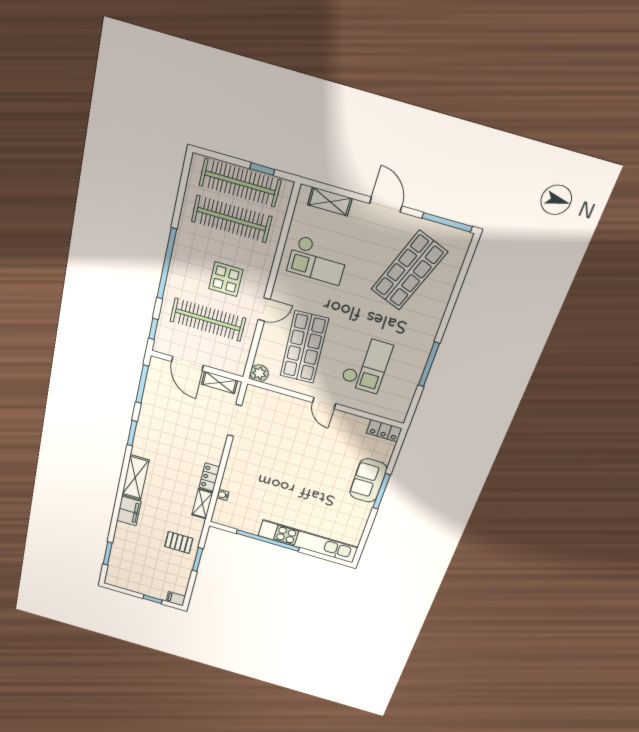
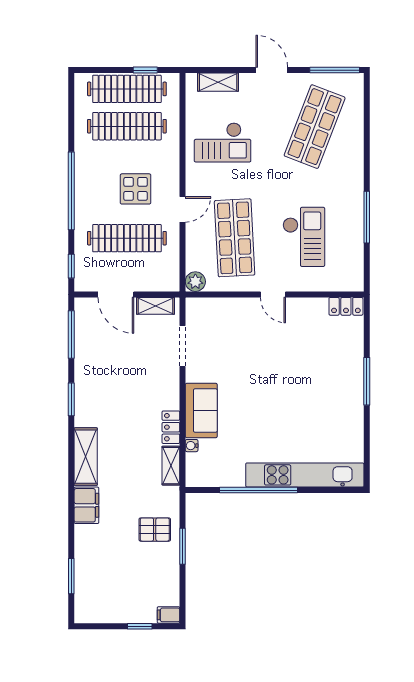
sofa: (368, 481) -> (201, 410), moved, turned 180

